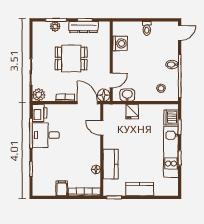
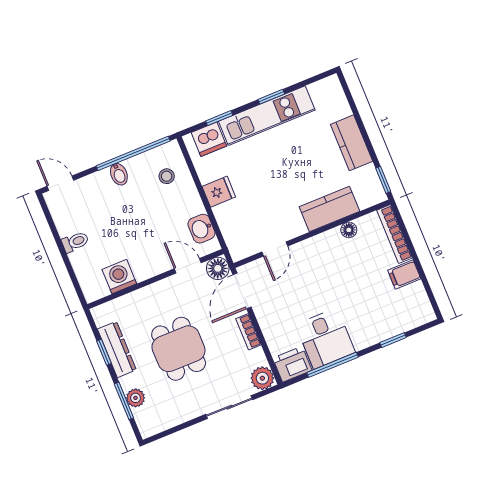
fridge: (132, 112) -> (219, 192), moved

